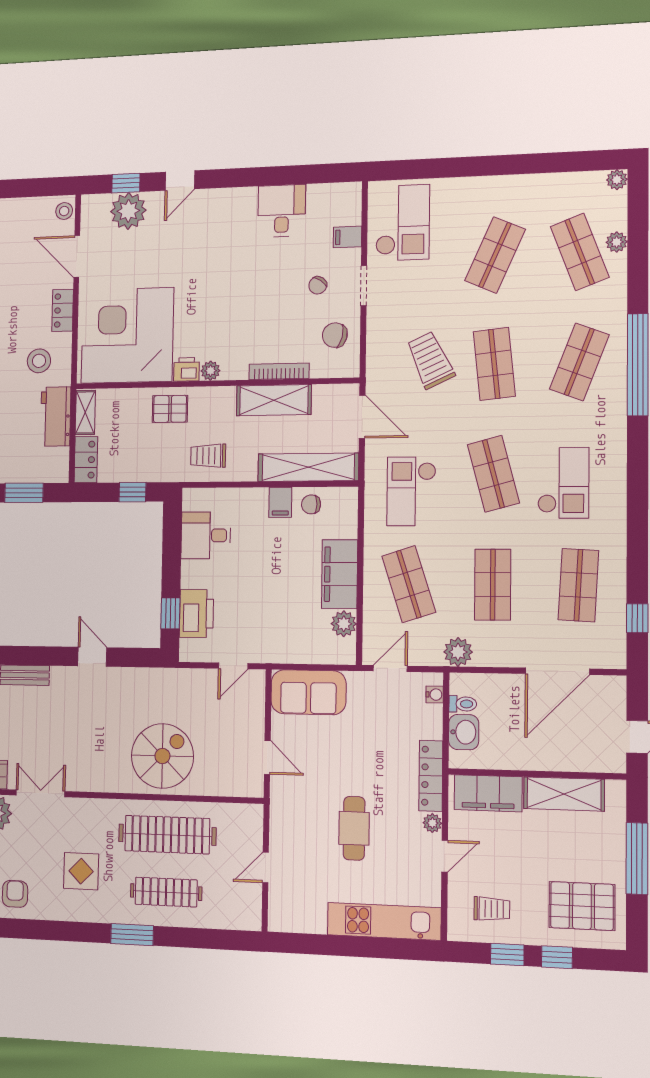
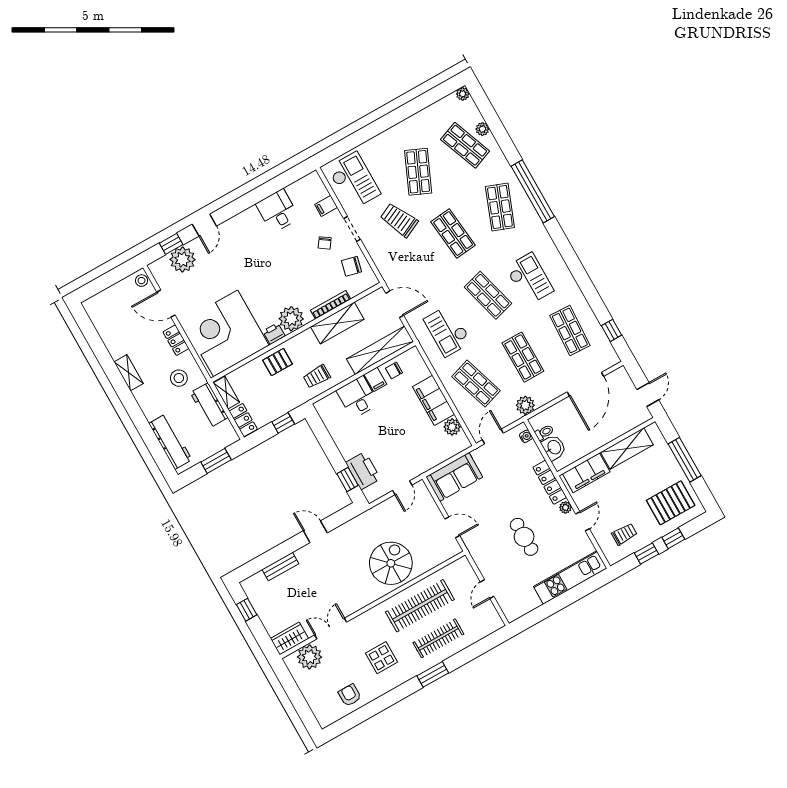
trolley: (430, 360) -> (399, 220), moved
plant: (210, 371) -> (291, 319), width x1.88, depth x1.88
desk: (206, 535) -> (358, 397), moved, turned 90

